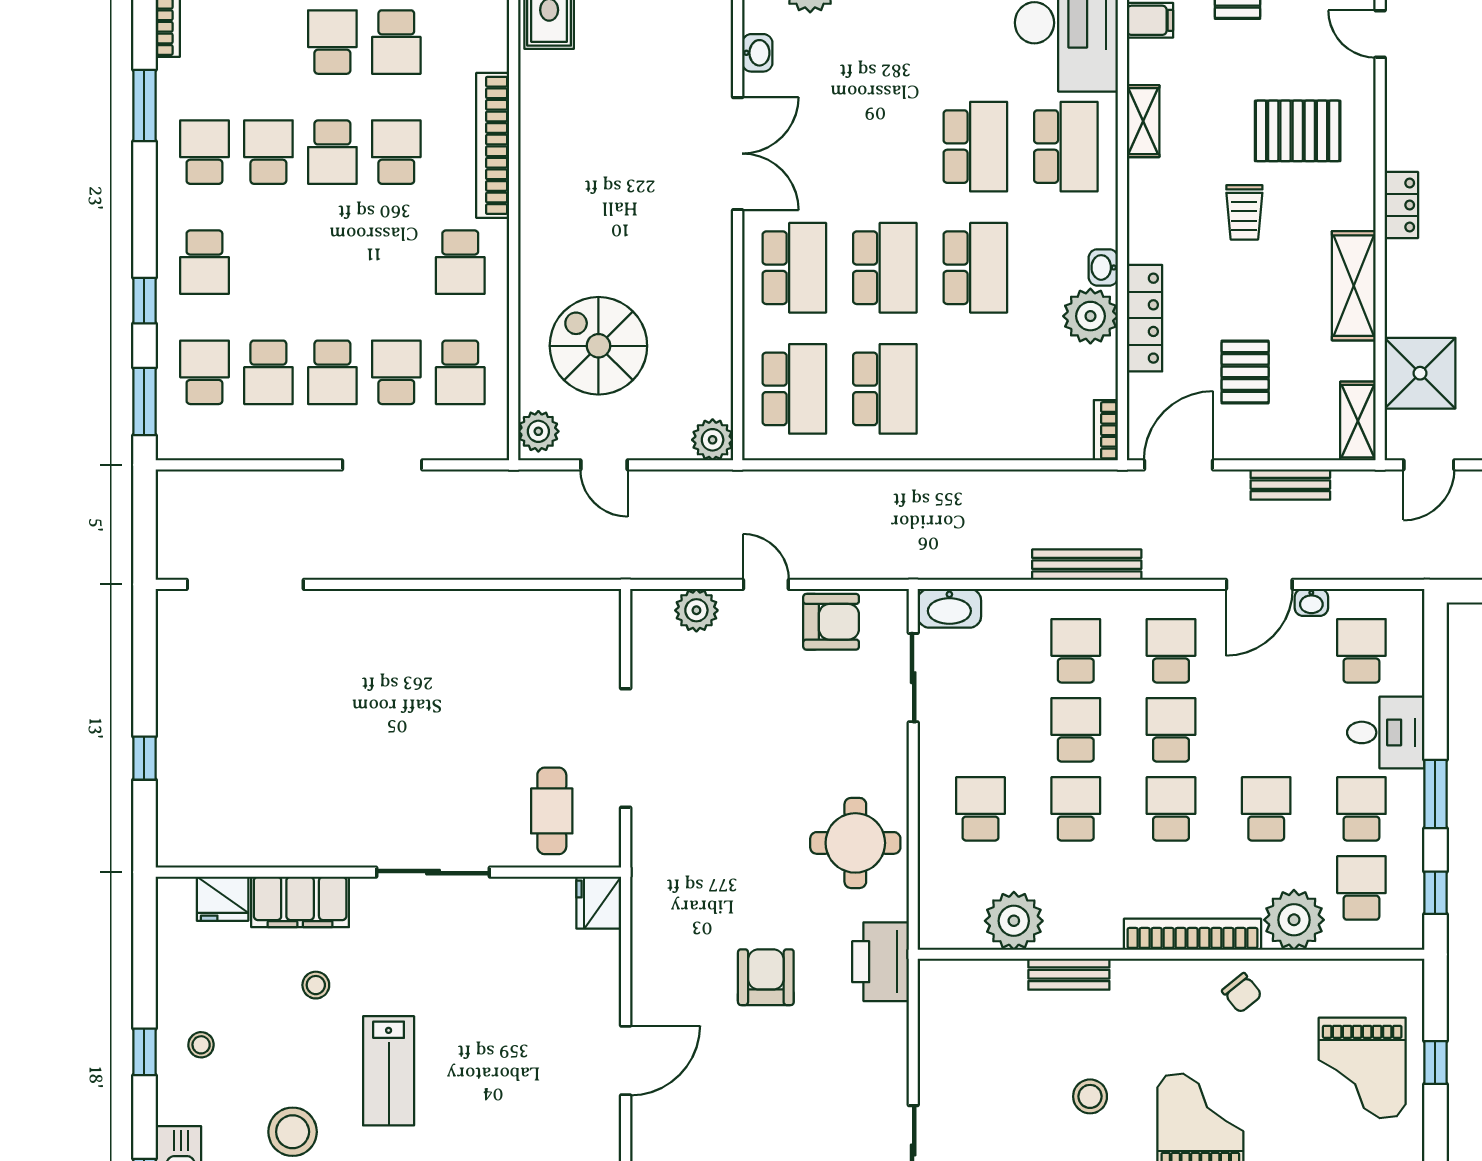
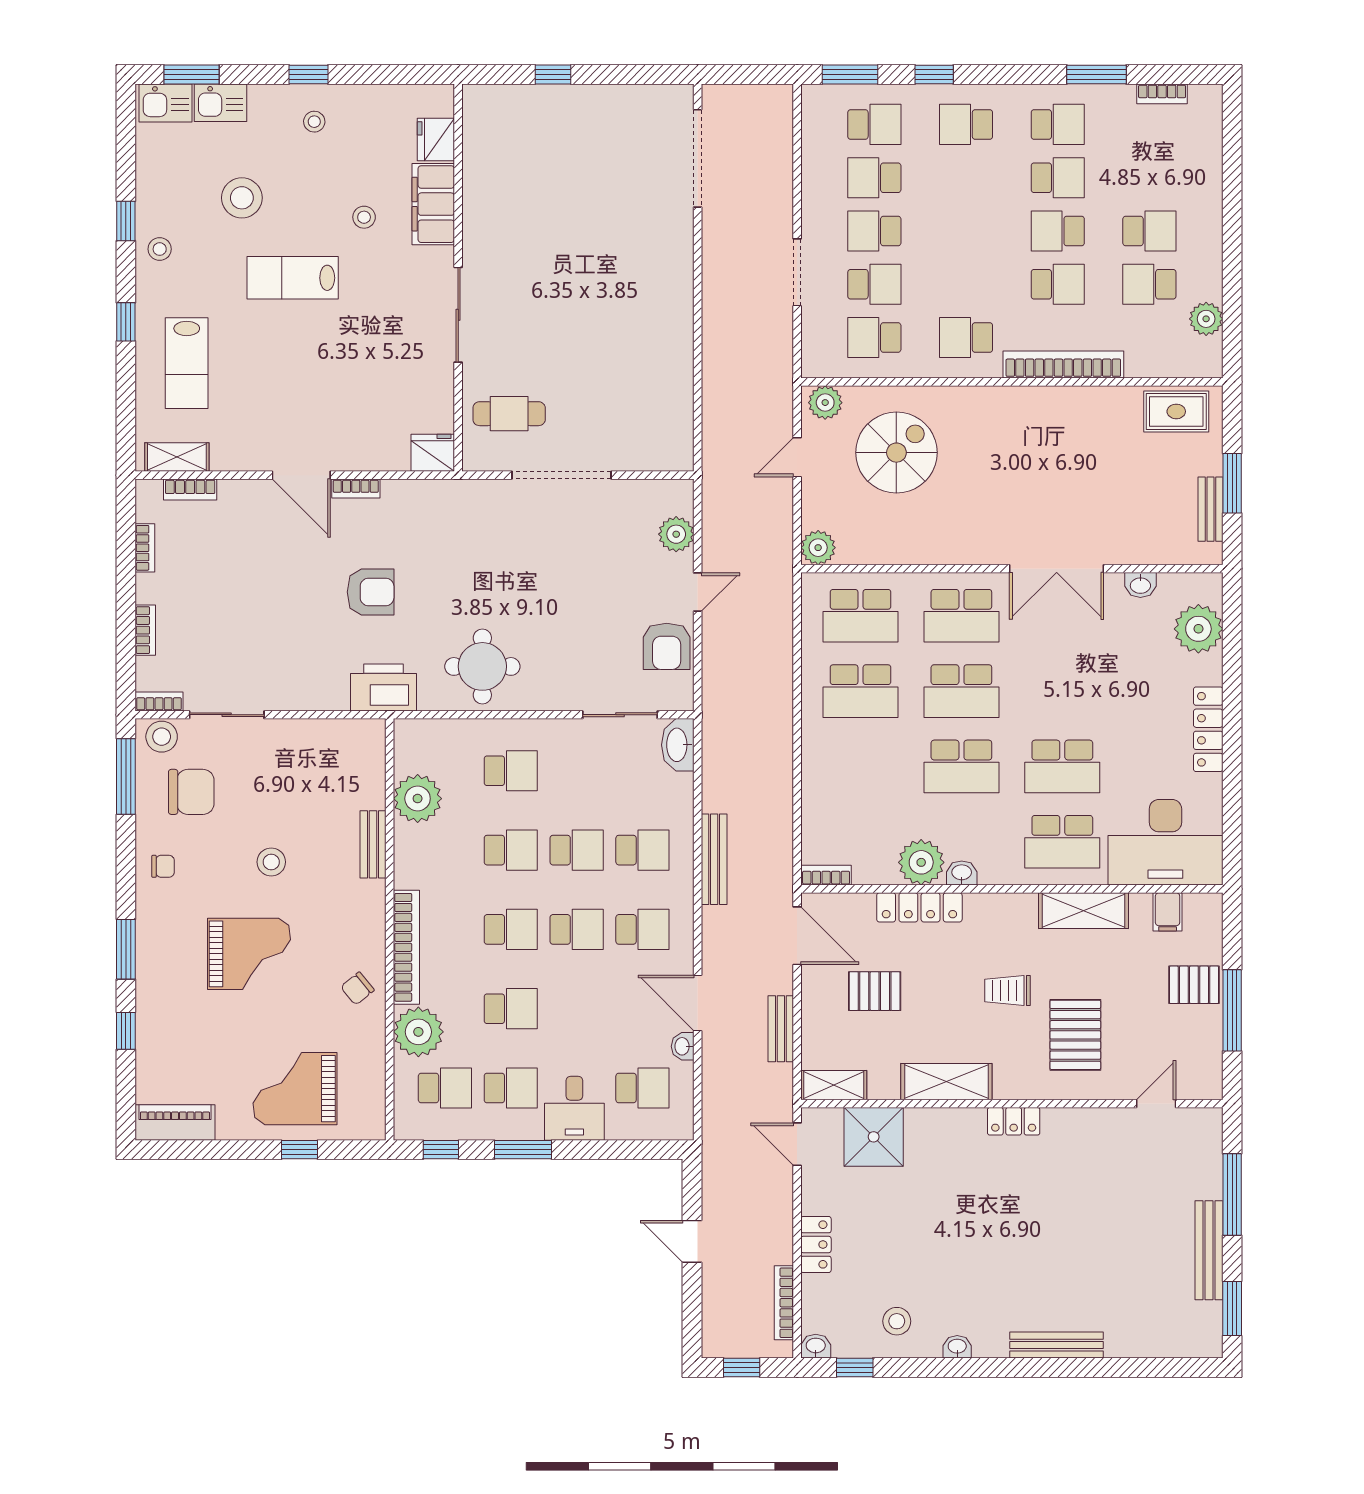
shelving: (1143, 121) -> (1084, 911), width x1.50, depth x1.33
bookcase: (642, 995) -> (356, 489), added

